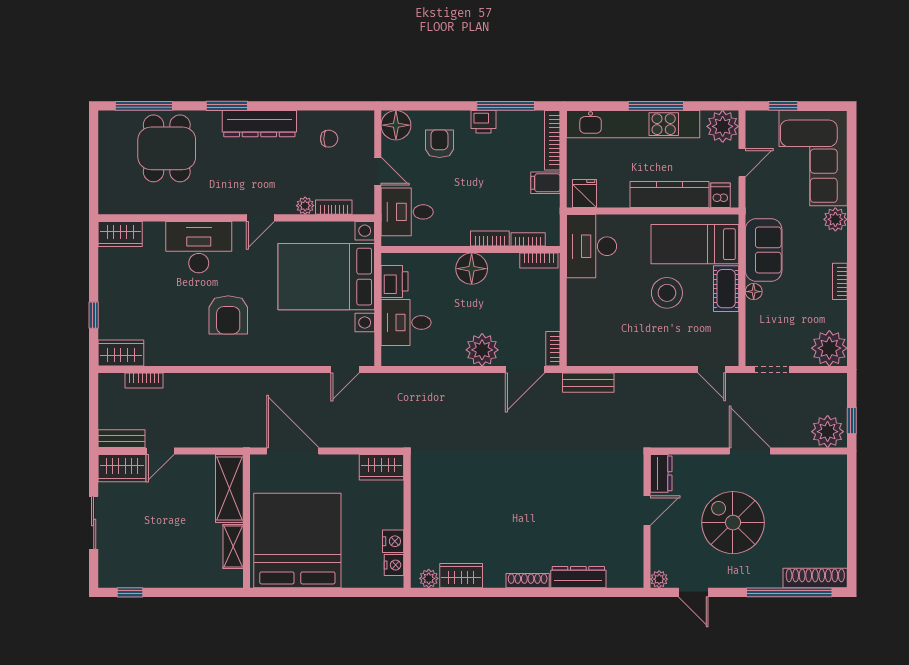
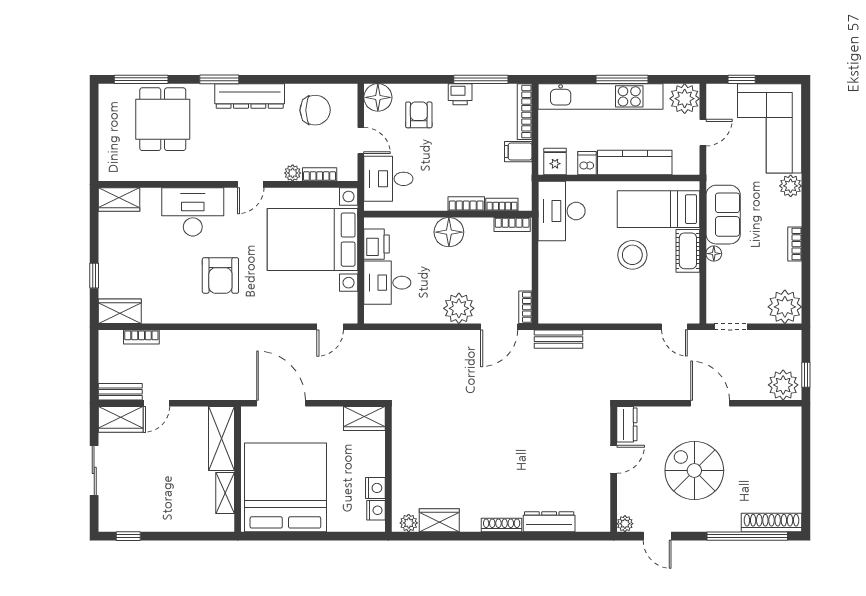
chair: (329, 139) -> (315, 110), width x1.87, depth x1.87
dishwasher: (720, 195) -> (587, 163), moved

